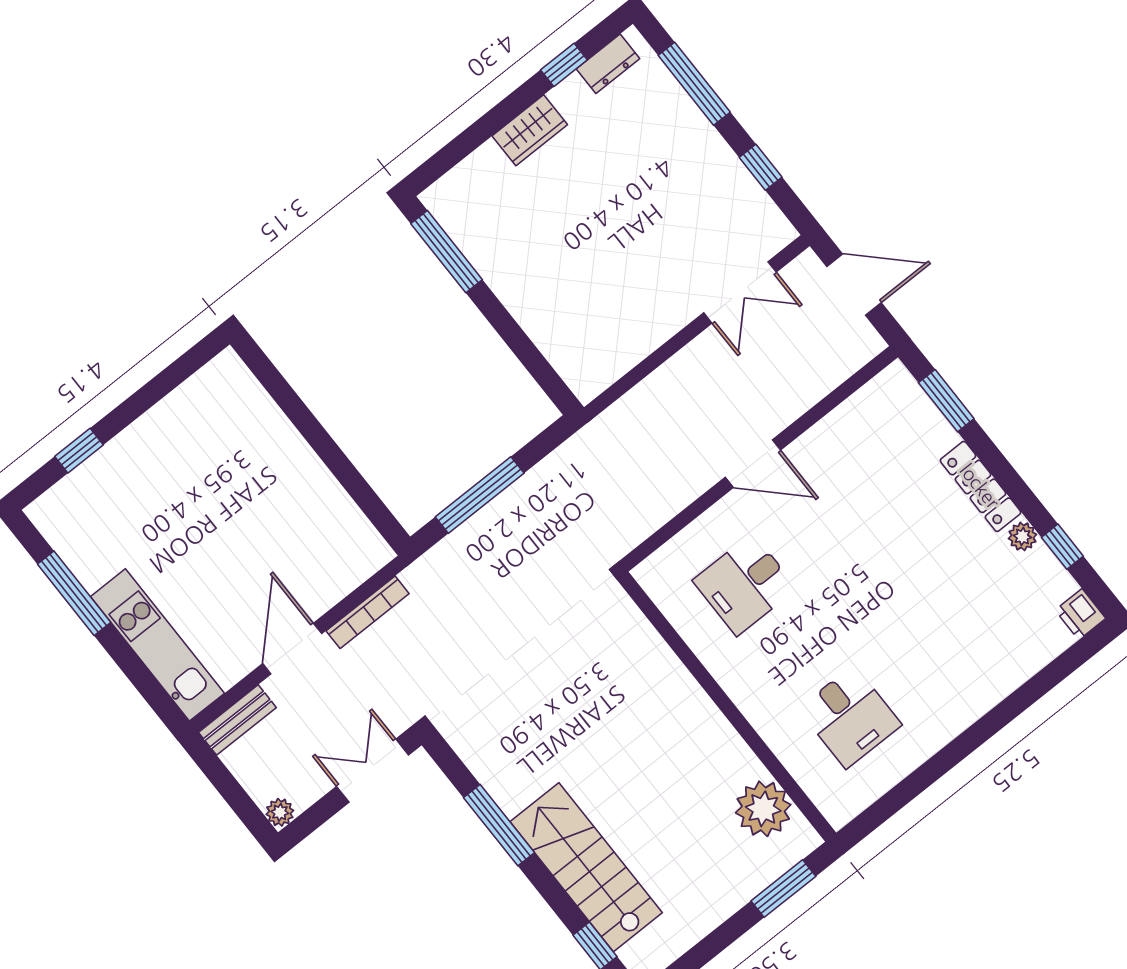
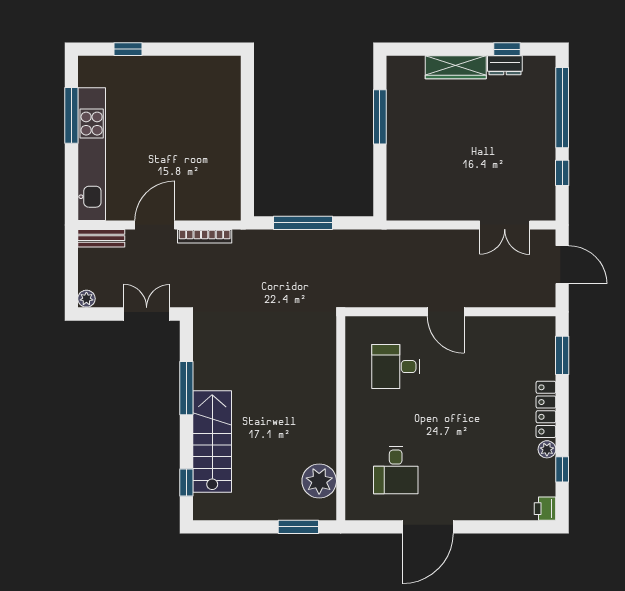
dresser: (608, 64) -> (505, 65), moved
window: (694, 84) -> (562, 108), width x1.46
wardrobe: (530, 130) -> (456, 67), width x1.50
window: (447, 252) -> (380, 117), moved
kitchen unit: (157, 645) -> (92, 154), width x1.36
door: (949, 757) -> (428, 527), added

